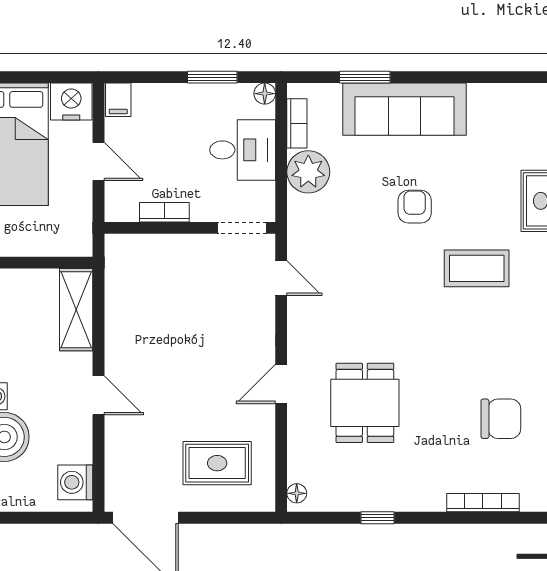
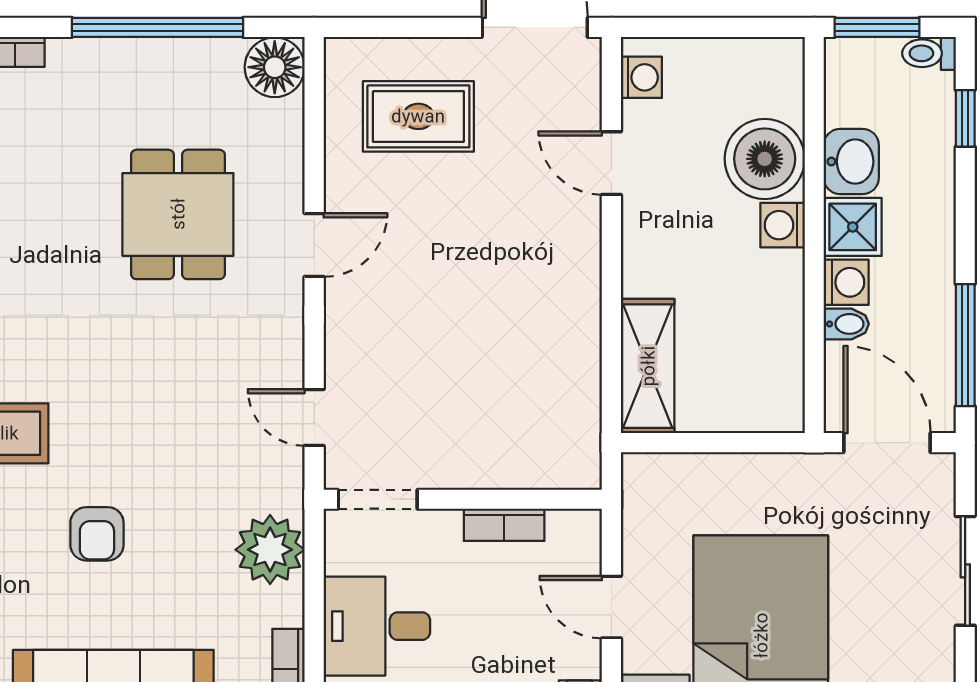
plant: (308, 172) -> (270, 550), moved
door: (99, 395) -> (611, 163), moved
washing machine: (75, 482) -> (641, 77), width x0.73, depth x0.73
floor lamp: (297, 493) -> (275, 67), width x1.89, depth x1.89
window: (377, 518) -> (158, 27), width x3.17

